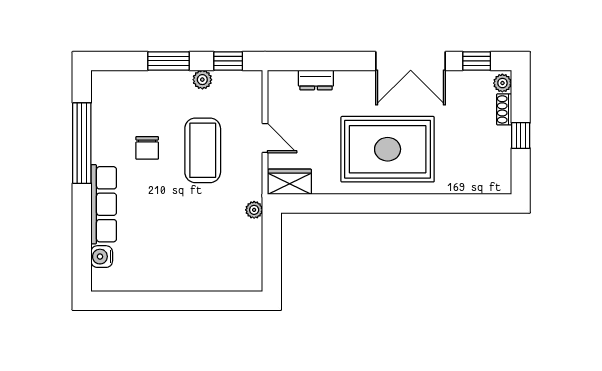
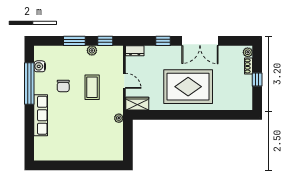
window: (477, 61) -> (163, 41), moved
dresser: (316, 80) -> (135, 51), moved
coffee table: (203, 150) -> (92, 87), width x0.73, depth x0.76
water cooler: (102, 257) -> (40, 66), moved

